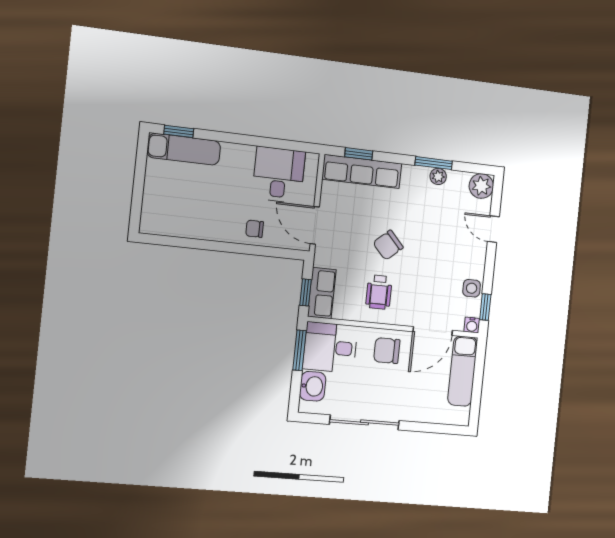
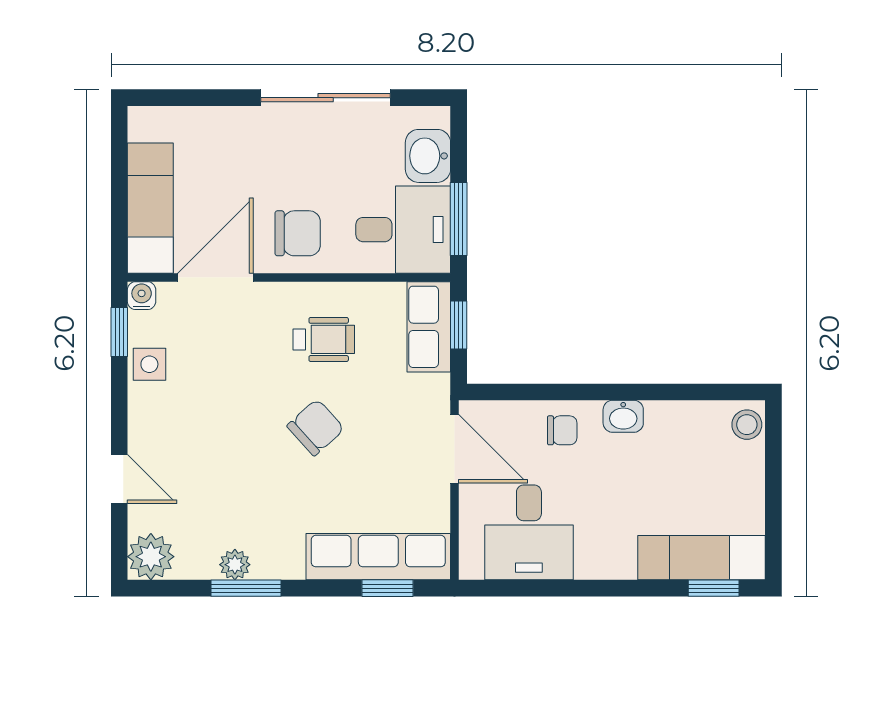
stool: (150, 220) -> (747, 425), added
washbasin: (220, 233) -> (623, 416), added
wheelchair: (379, 292) -> (324, 339), turned 90

